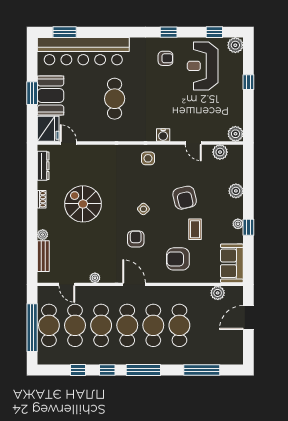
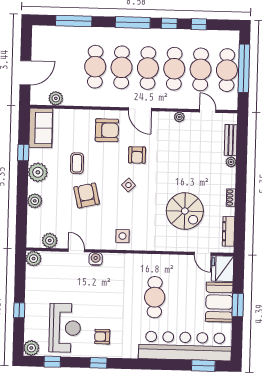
water cooler: (163, 135) -> (96, 259), moved
spiral stairs: (83, 204) -> (185, 211), moved
plant: (238, 224) -> (38, 172), width x1.87, depth x1.87
window: (248, 227) -> (23, 152), moved
armchair: (178, 259) -> (107, 130), moved

